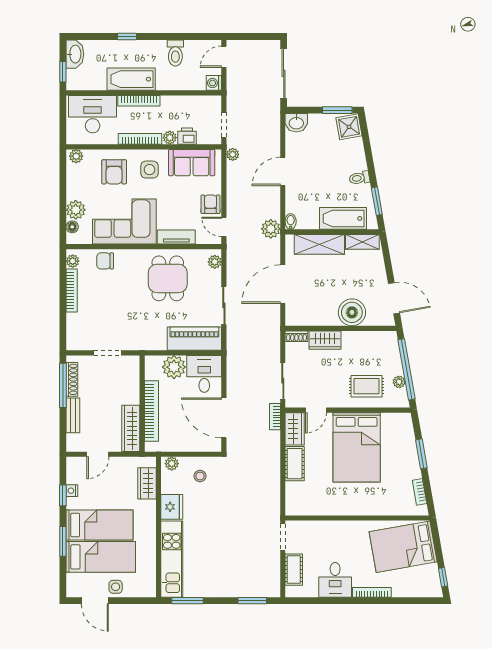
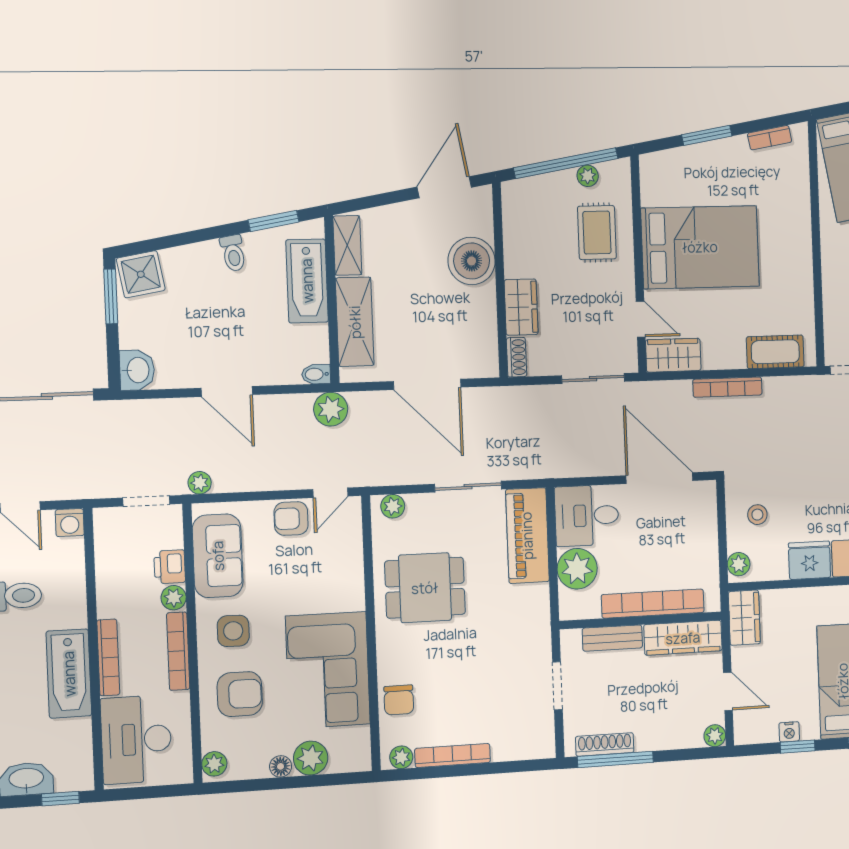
floor lamp: (72, 227) -> (281, 766), moved
tv unit: (176, 237) -> (352, 576), removed
bench: (73, 415) -> (612, 638), moved
bookcase: (275, 417) -> (727, 387), moved, width x1.56
door: (224, 418) -> (659, 478), swing flipped
plant: (73, 445) -> (715, 736), added
cot: (295, 464) -> (775, 352), moved
wardrobe: (147, 483) -> (744, 618), moved, turned -90

